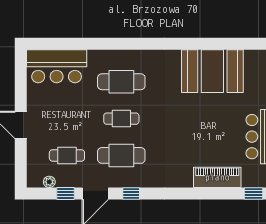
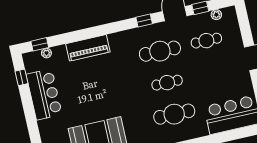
piano: (217, 177) -> (88, 48), moved
plant: (248, 182) -> (46, 53), added

